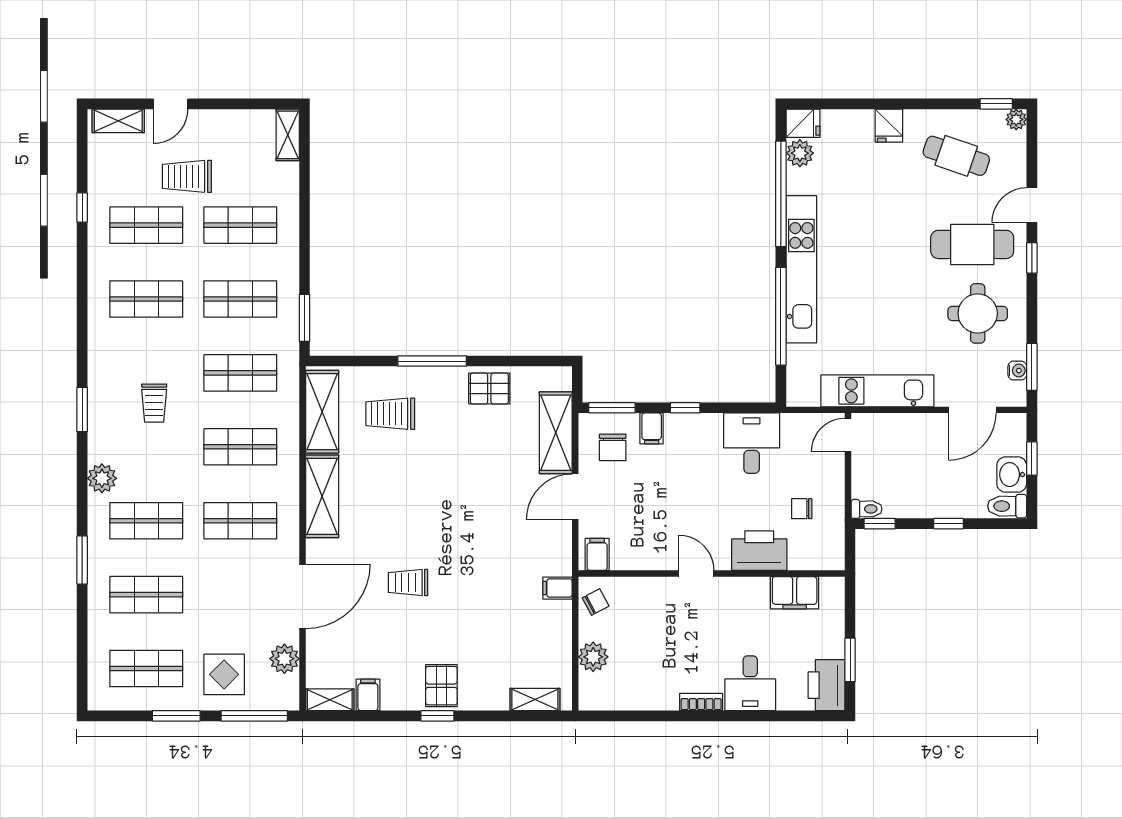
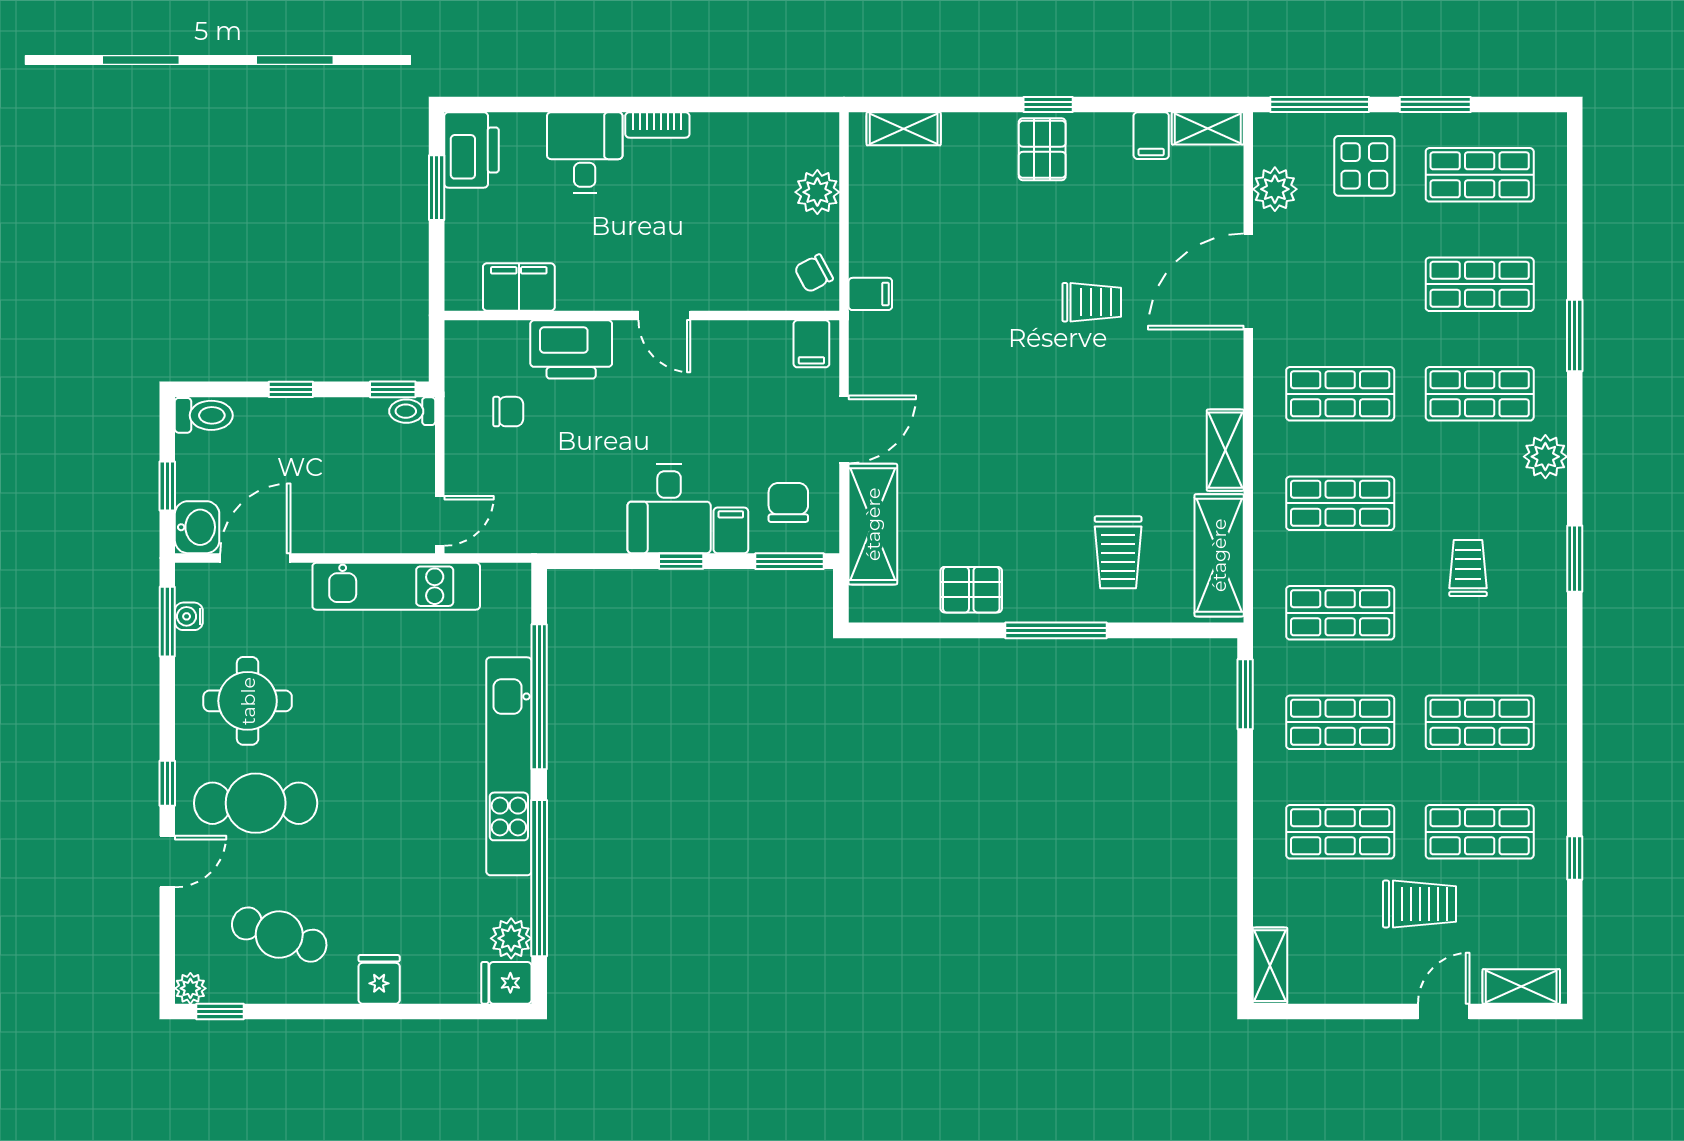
trolley: (390, 414) -> (1118, 552), turned 90
desk: (752, 443) -> (669, 509), moved
washbasin: (1012, 475) -> (197, 527), moved
shelving: (322, 496) -> (1225, 450), width x0.67, depth x0.75

